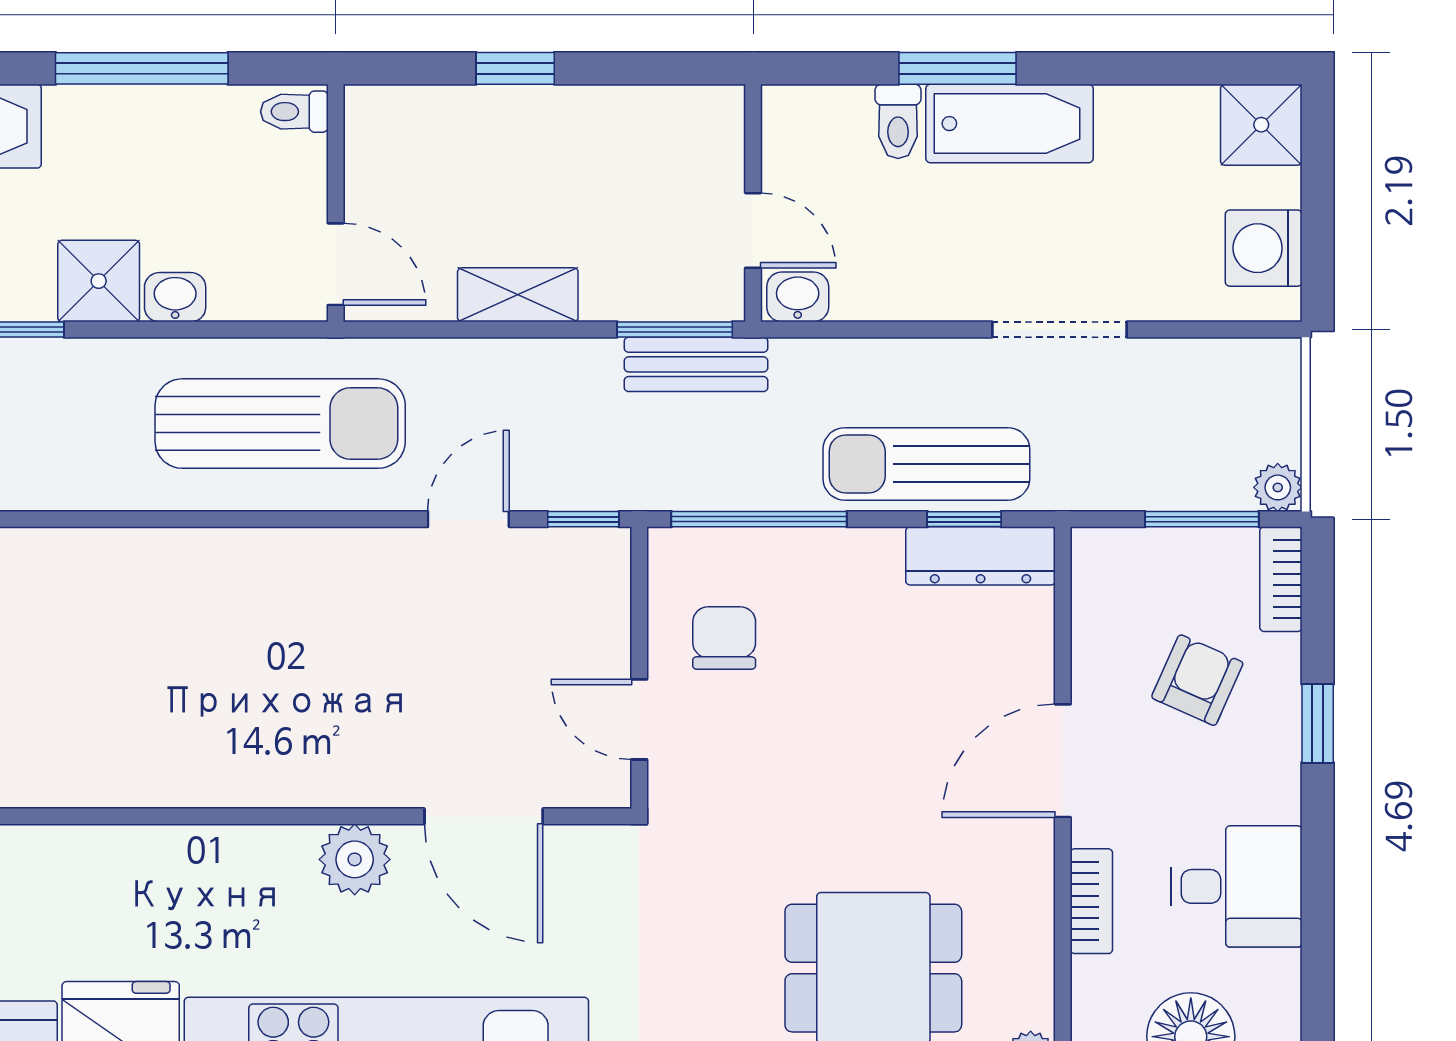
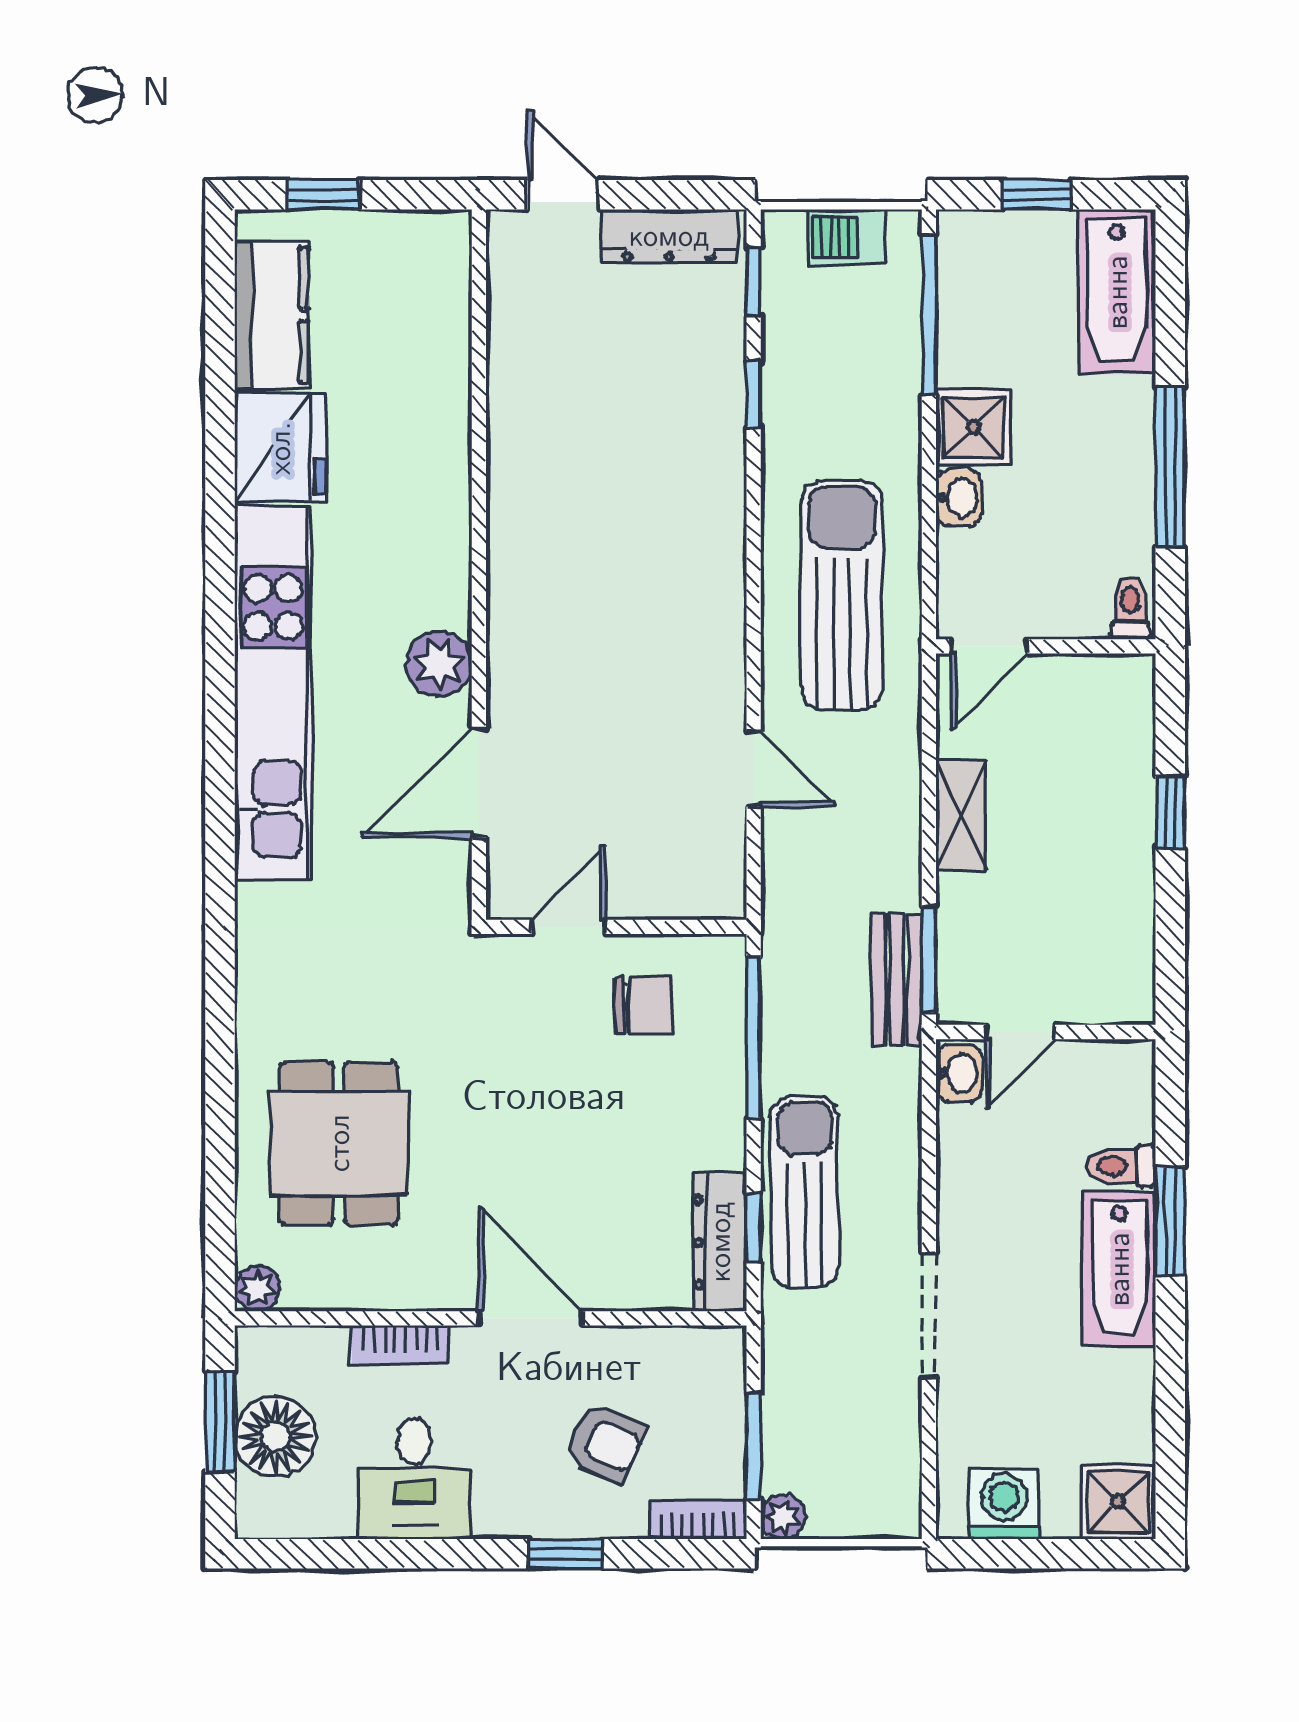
sun lounger: (280, 424) -> (842, 595), turned 180
window: (583, 519) -> (754, 394), moved

